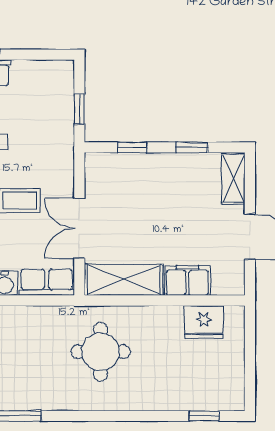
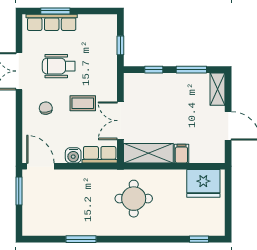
window: (192, 147) -> (191, 70), width x1.50
filing cabinet: (187, 280) -> (181, 154), width x0.50
fridge: (204, 322) -> (203, 183), width x1.36, depth x1.34

